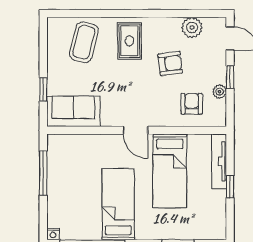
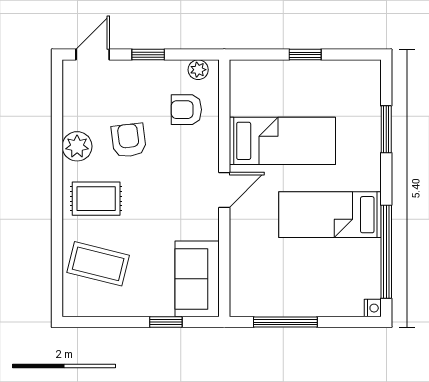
plant: (192, 27) -> (77, 146), moved
plant: (220, 92) -> (198, 70), moved
tv unit: (219, 161) -> (269, 70), removed

